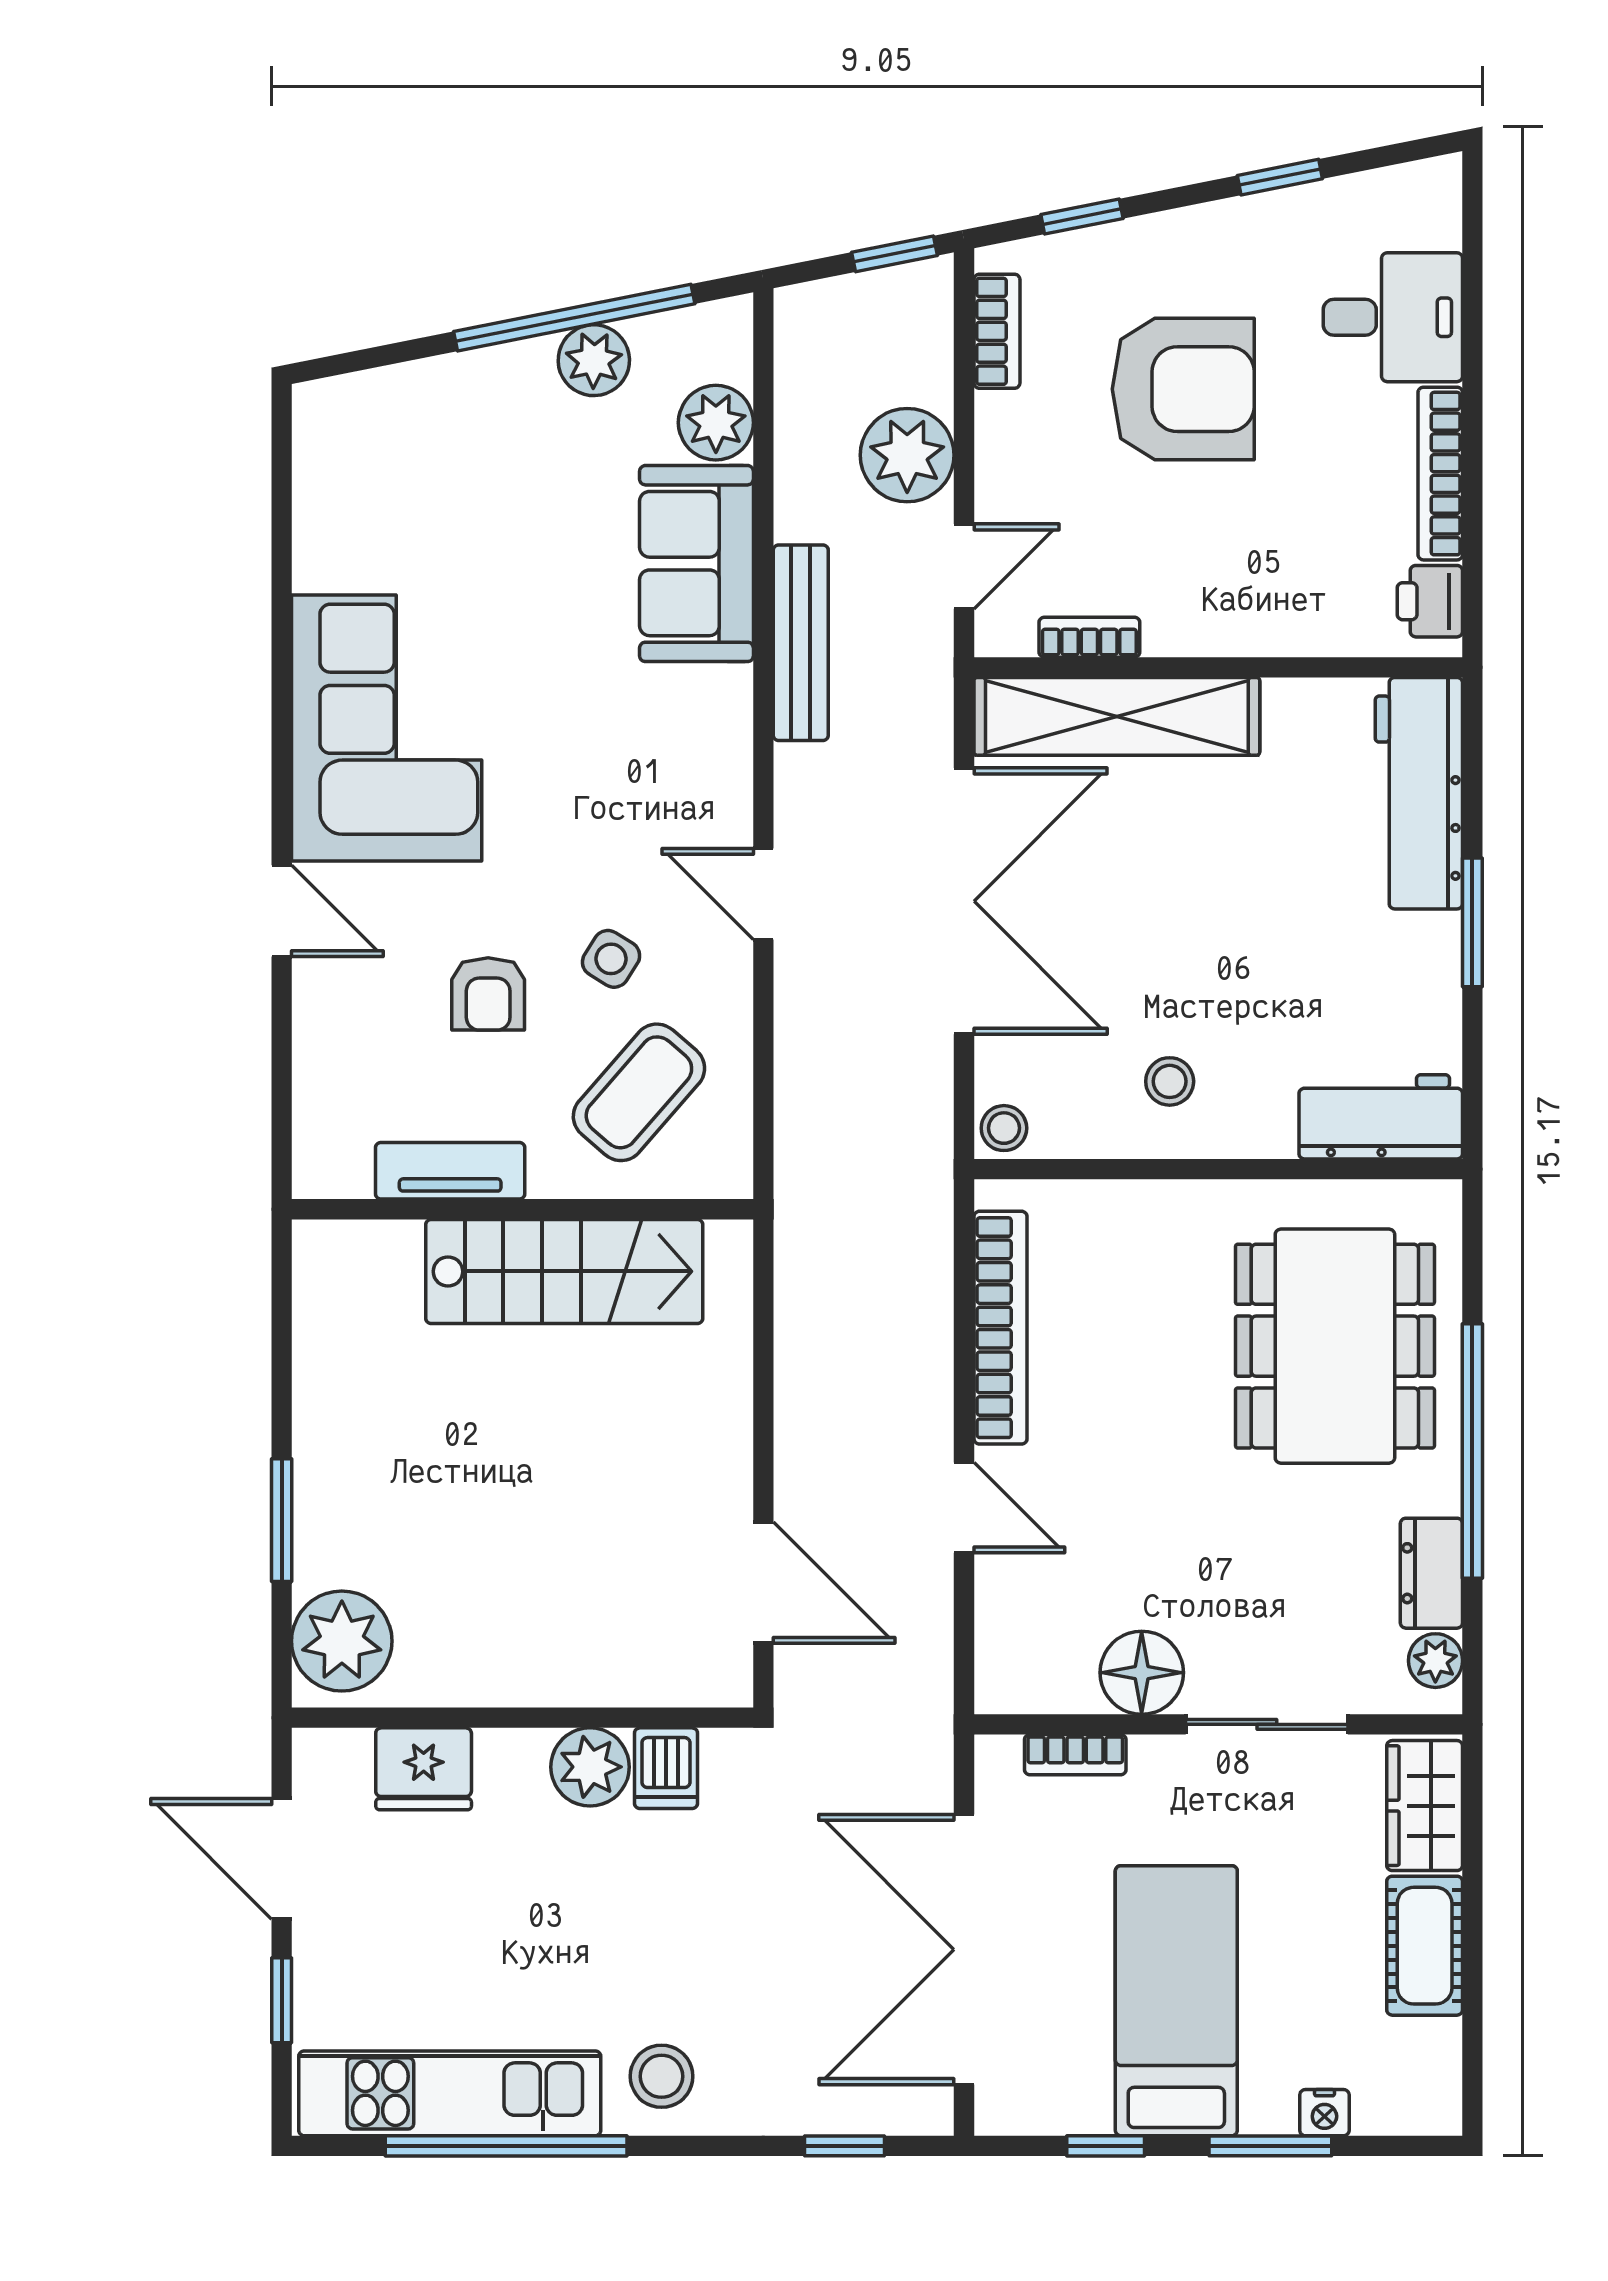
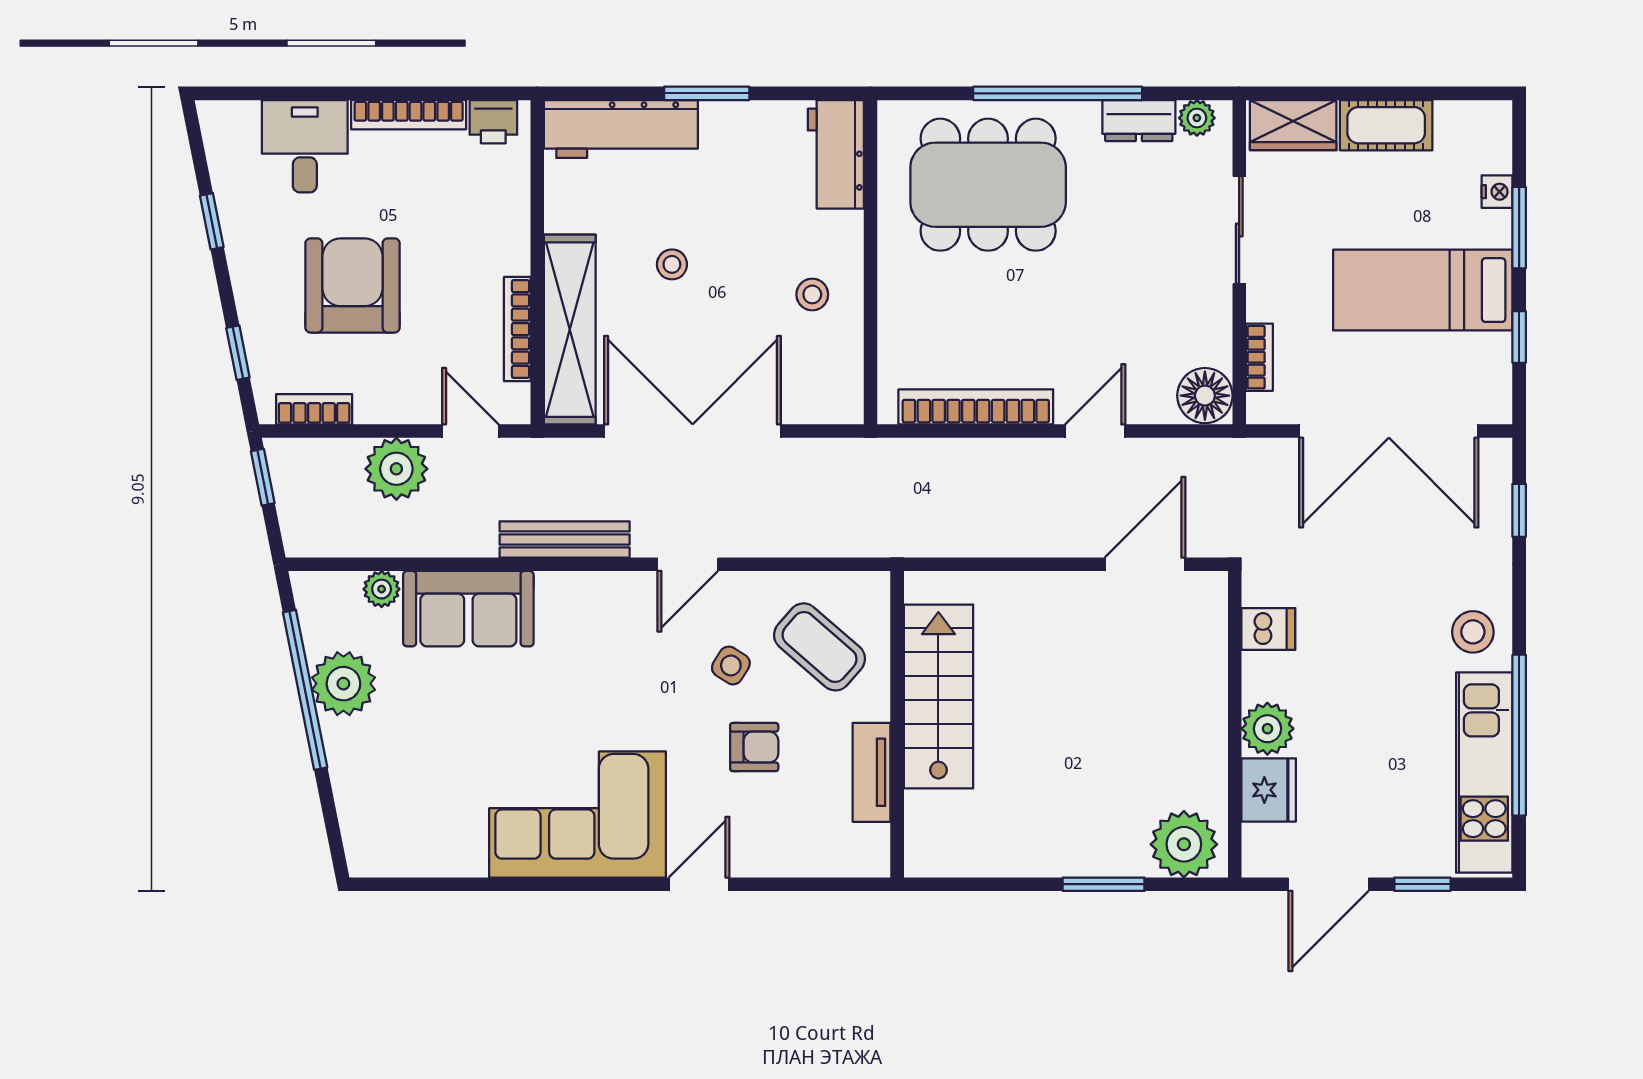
plant: (594, 360) -> (343, 684), width x1.36, depth x1.36
plant: (716, 423) -> (382, 589), width x0.73, depth x0.73
bookcase: (1089, 637) -> (517, 329), width x1.56
bench: (801, 643) -> (565, 539), moved
stool: (1004, 1128) -> (672, 264), moved
floor lamp: (1142, 1673) -> (1205, 396), moved
plant: (590, 1767) -> (1267, 729), moved

